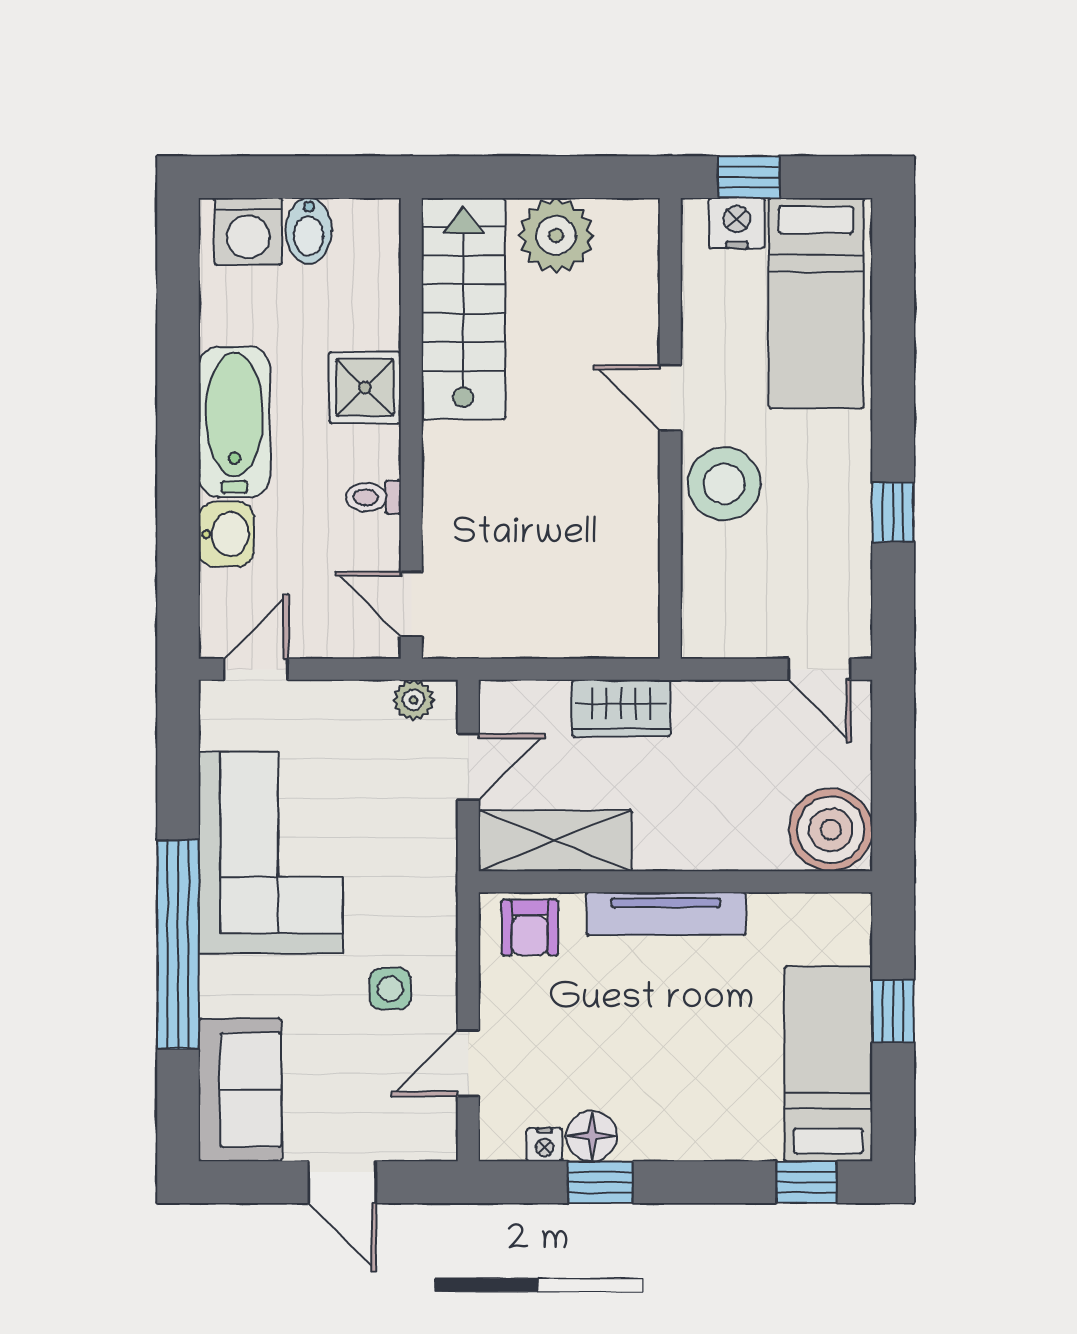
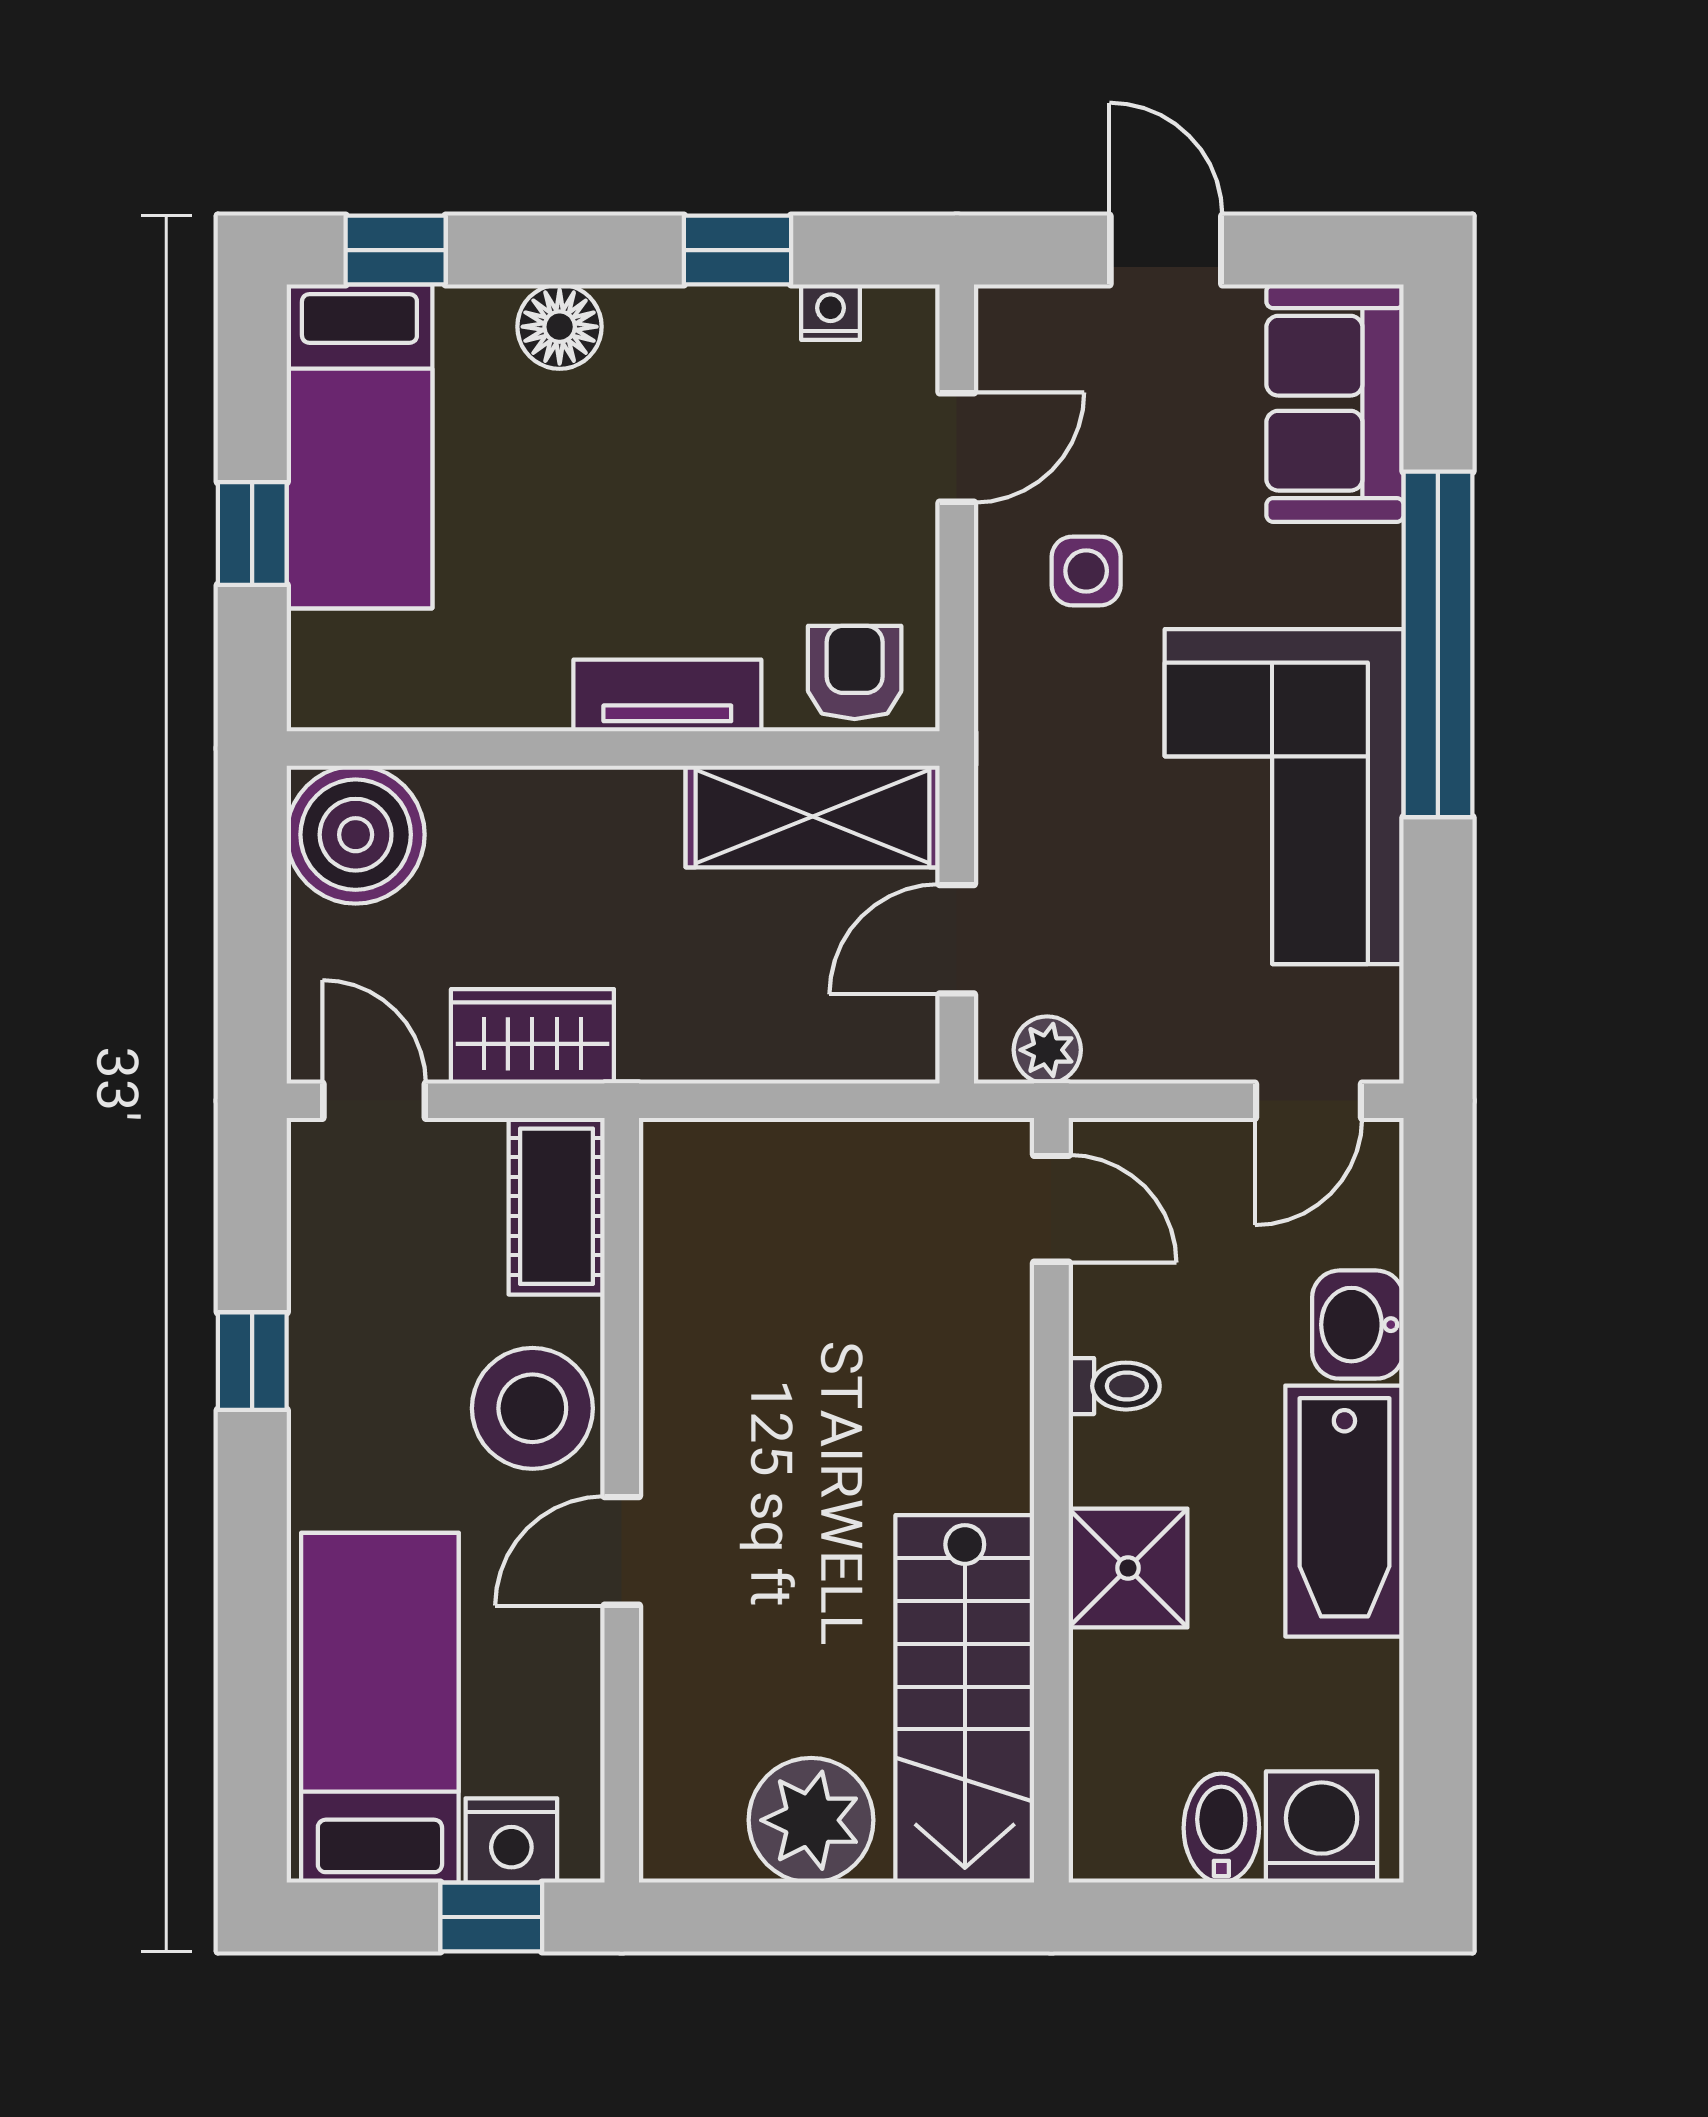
door: (670, 398) -> (622, 1551), swing flipped
cot: (710, 606) -> (557, 1206), added
wardrobe: (621, 708) -> (532, 1036), moved
tv unit: (666, 914) -> (667, 695), width x0.71
floor lamp: (592, 1136) -> (560, 327), moved

